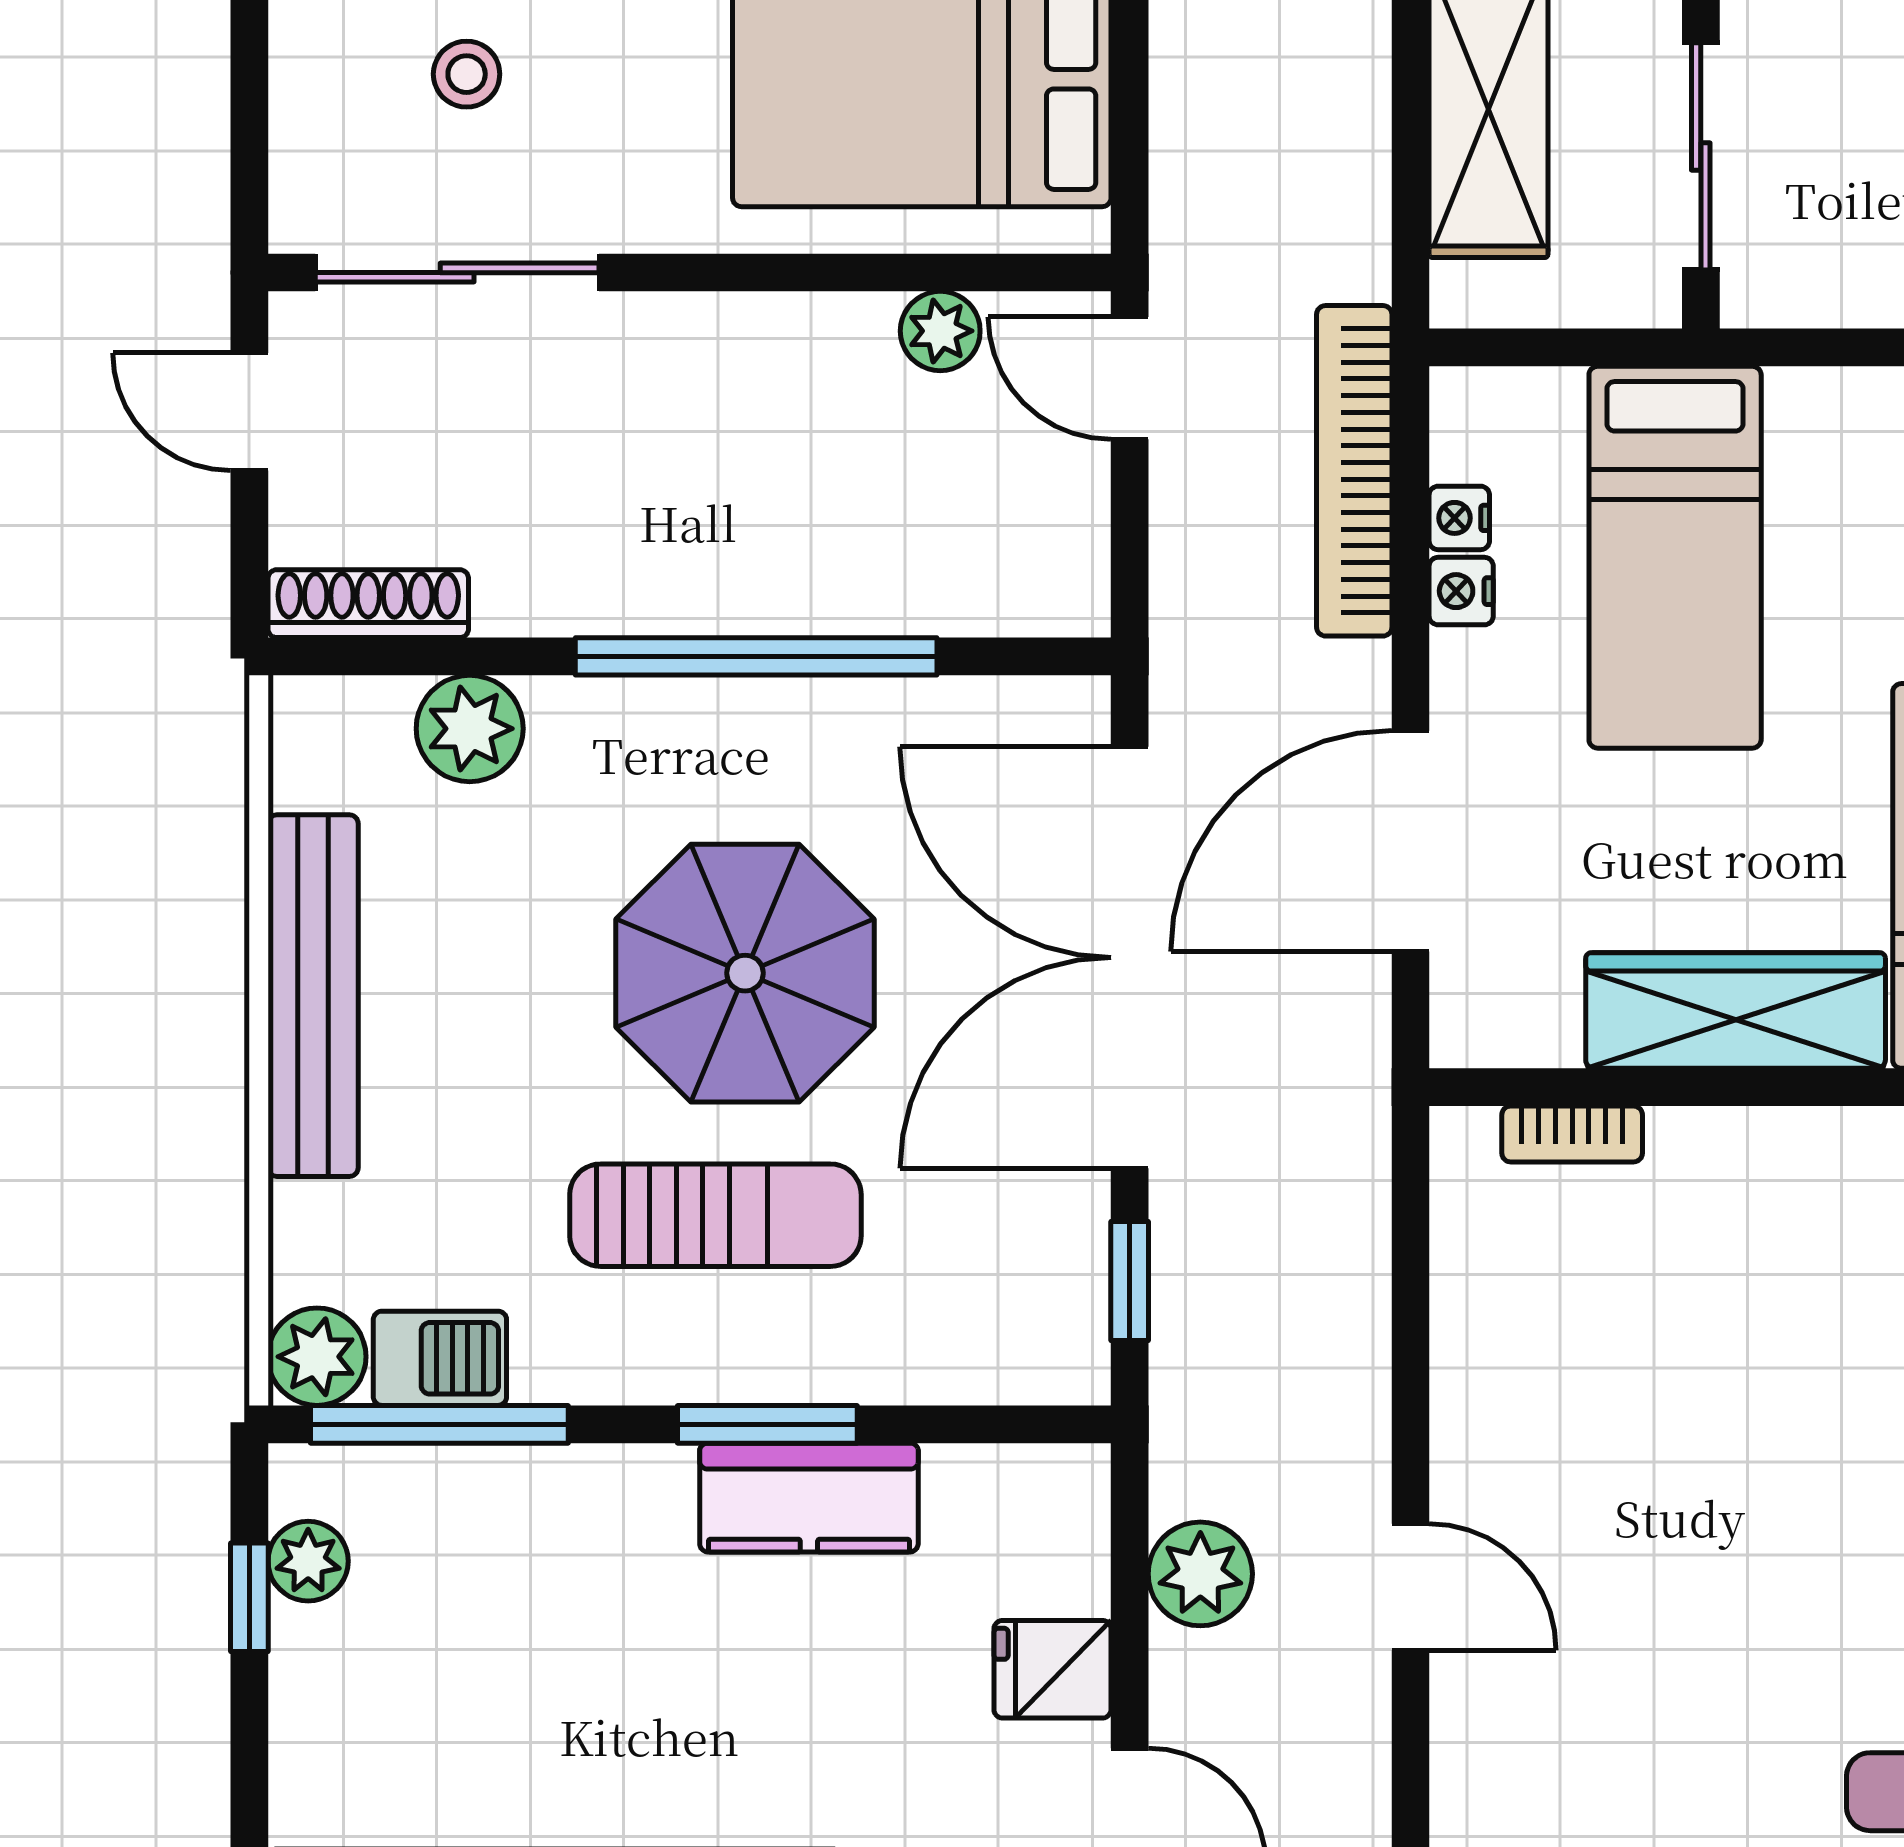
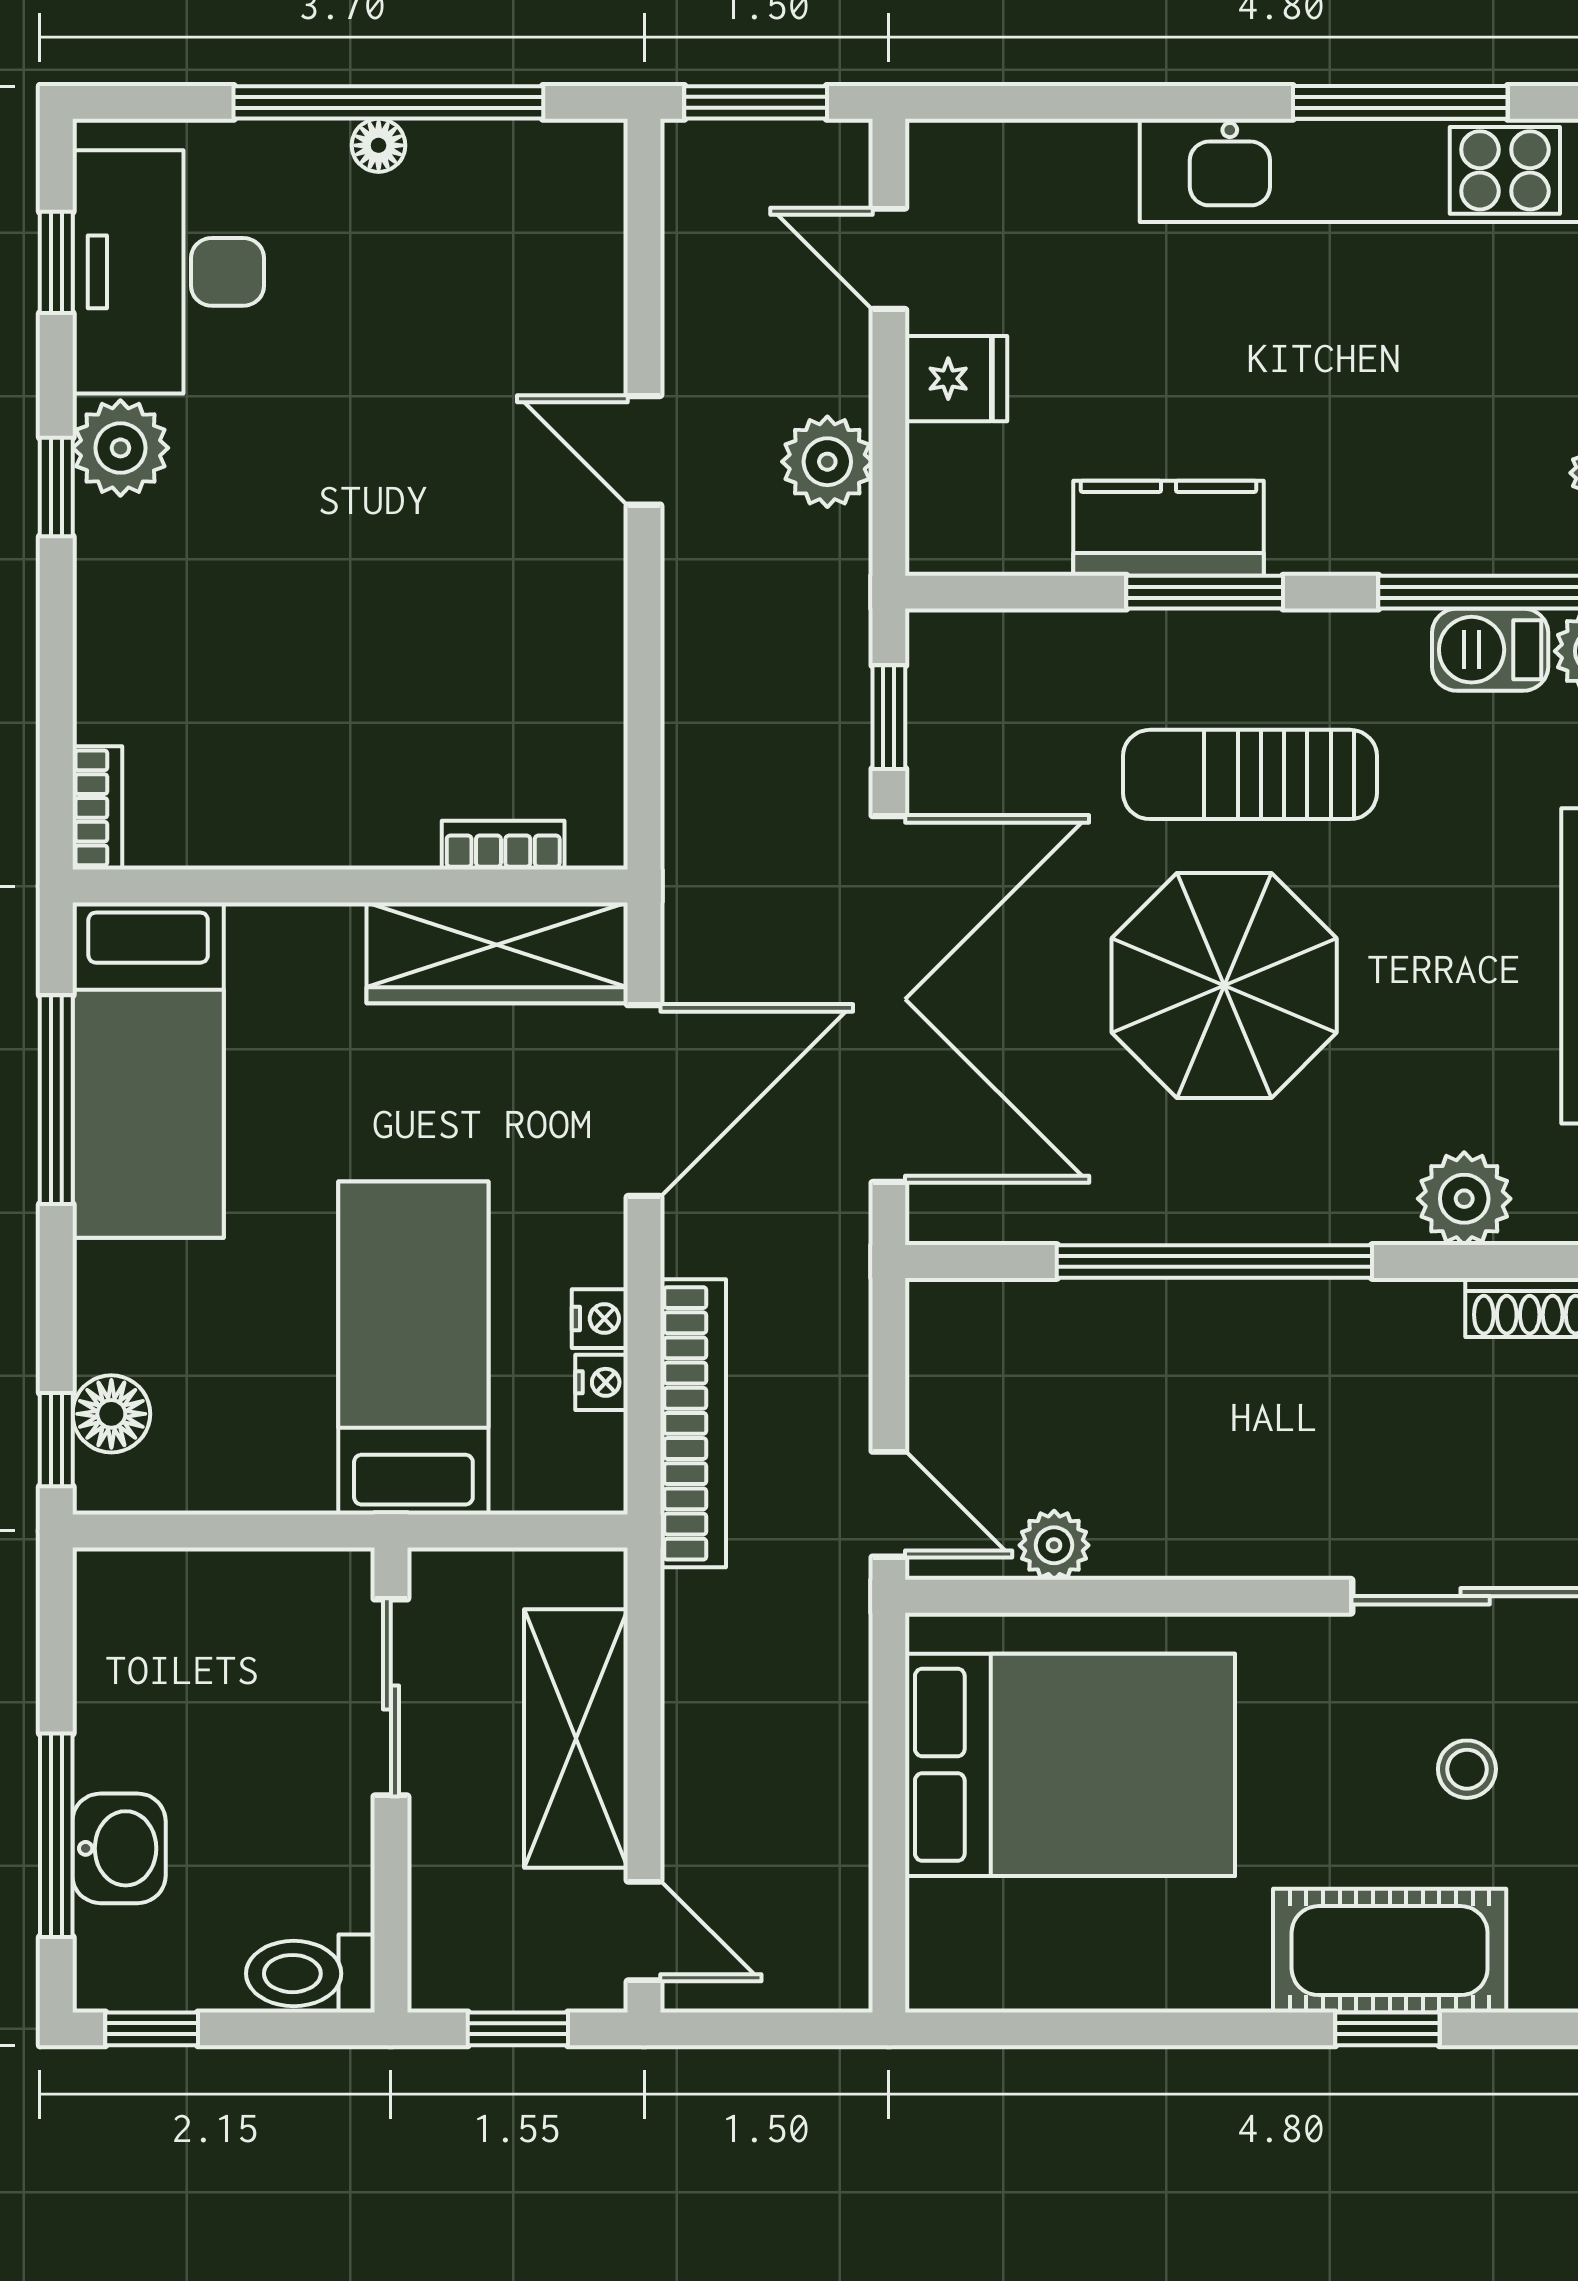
wardrobe: (1736, 1011) -> (497, 953), moved

